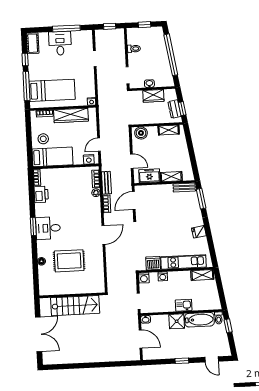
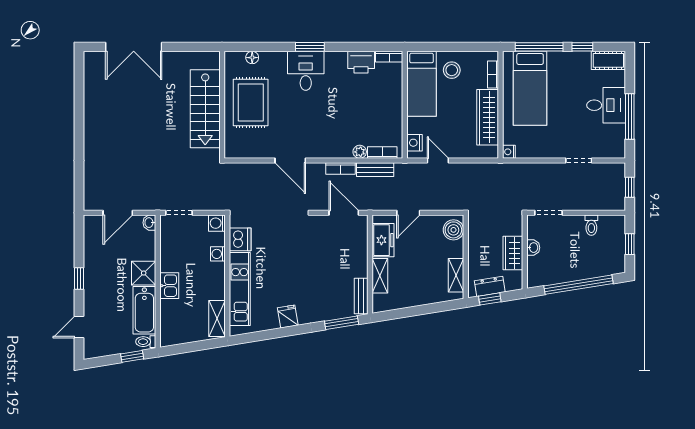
wall: (72, 295) -> (222, 105), moved
stairs: (75, 306) -> (205, 109), moved

